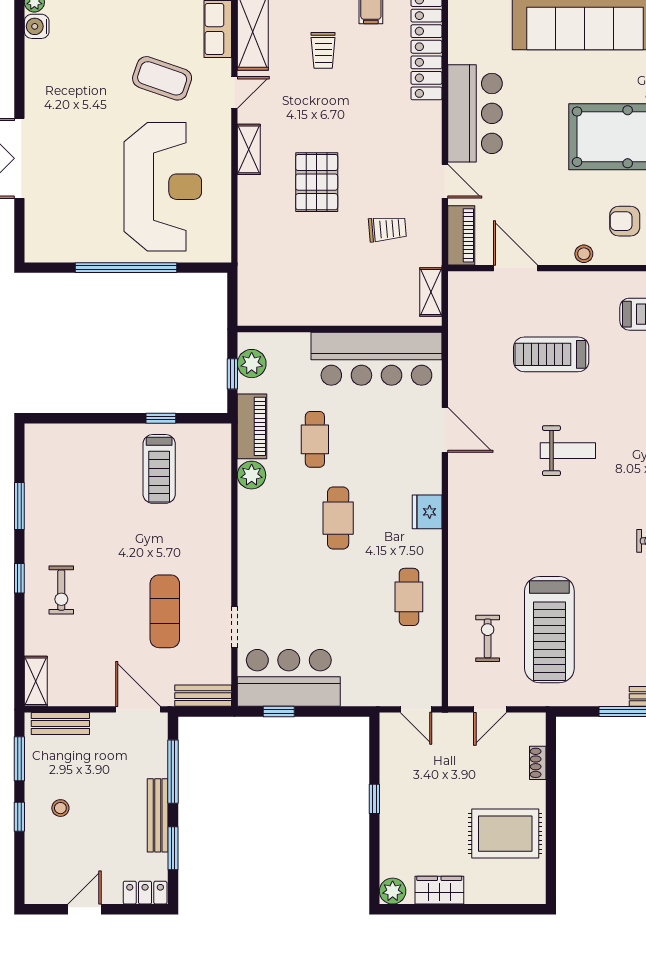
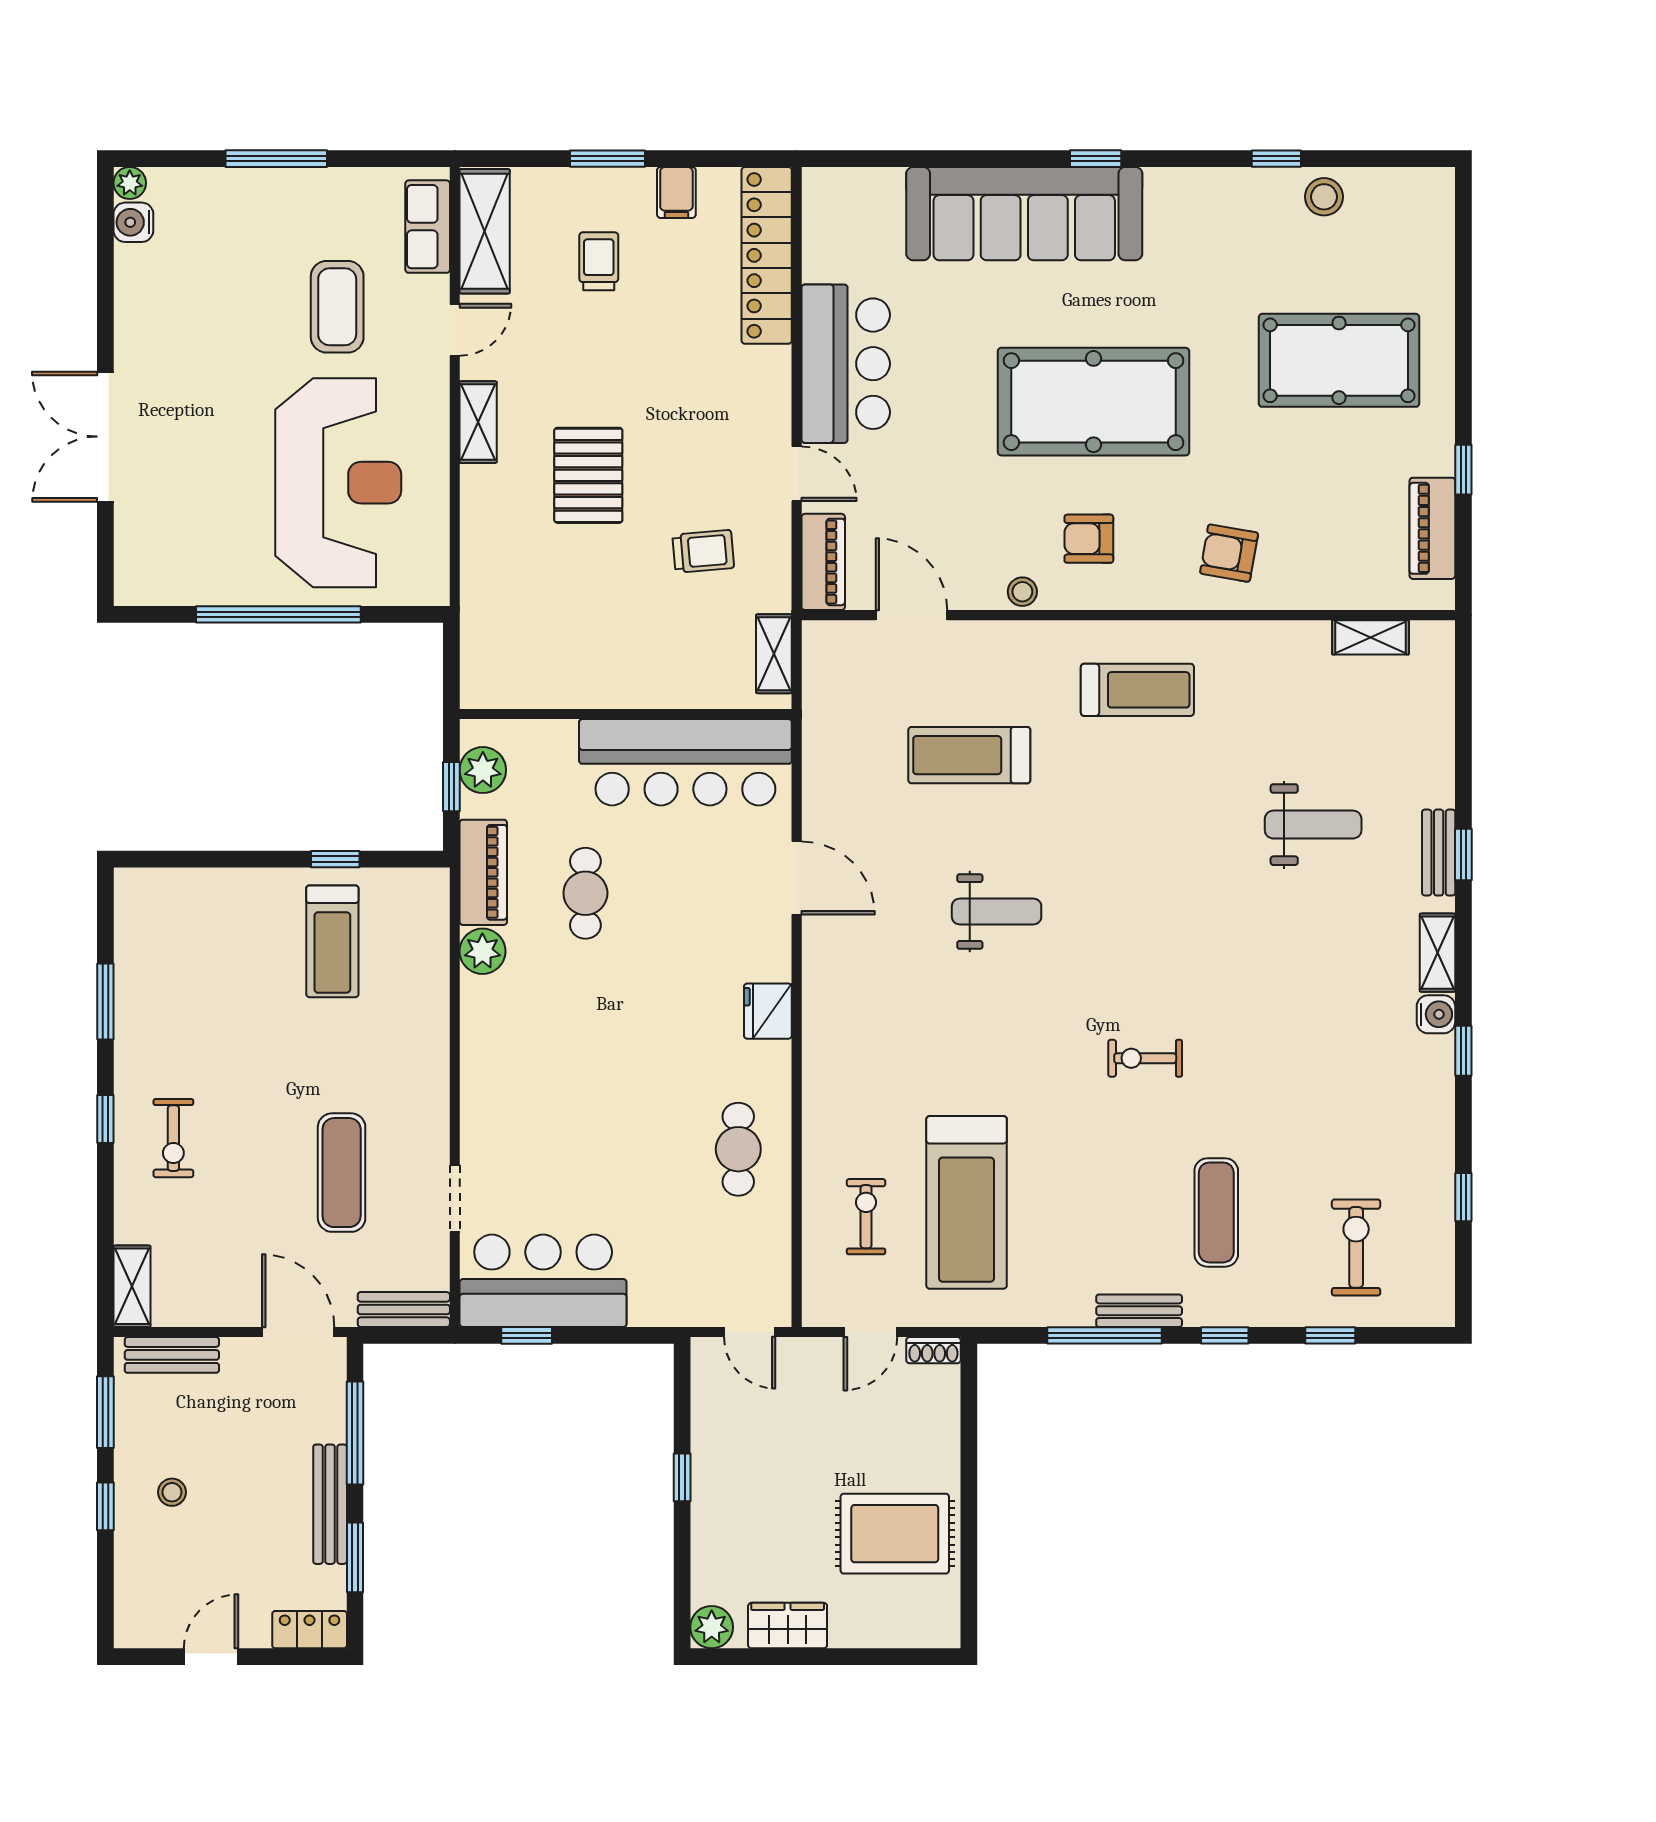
trolley: (323, 50) -> (599, 261), turned 180
coffee table: (162, 78) -> (337, 307), turned 71
cafe table: (338, 518) -> (623, 1021), removed
shoe rack: (538, 763) -> (933, 1350), moved, turned -90

